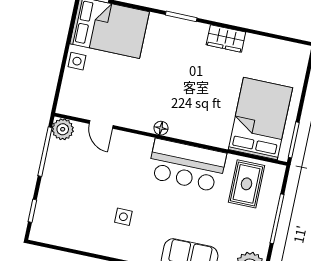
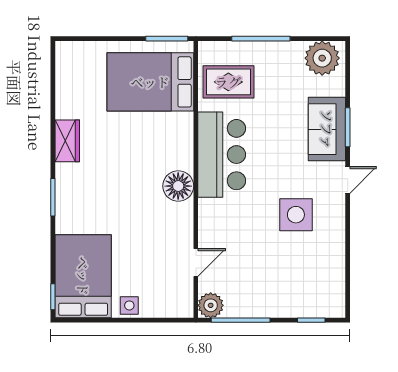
floor lamp: (161, 128) -> (178, 186), width x1.89, depth x1.89
side table: (123, 217) -> (296, 215), width x1.87, depth x1.87

